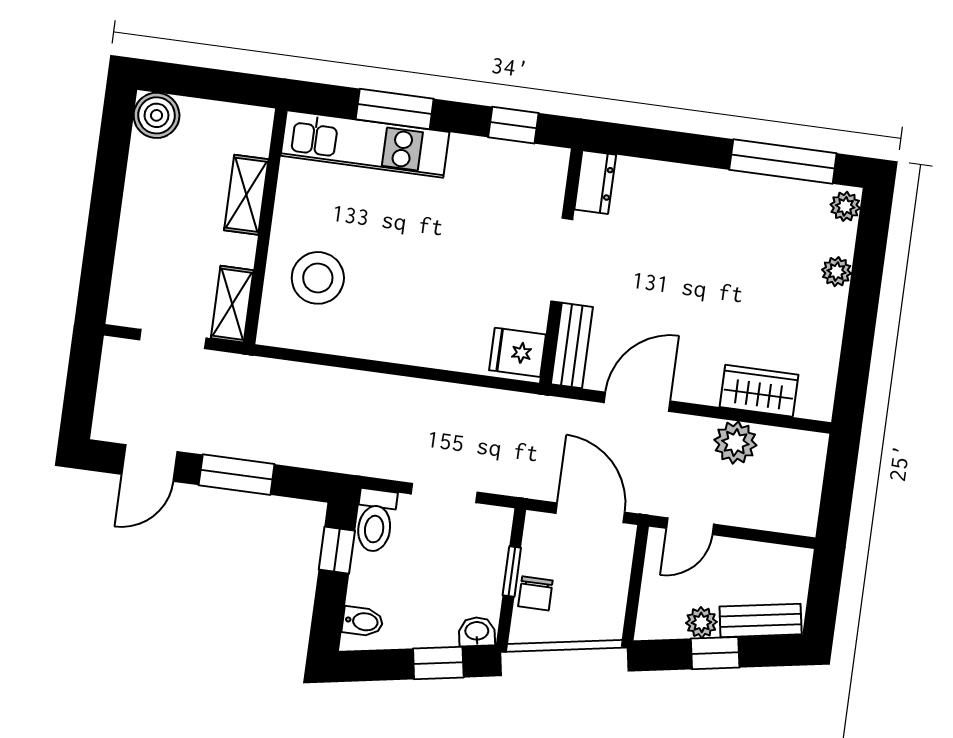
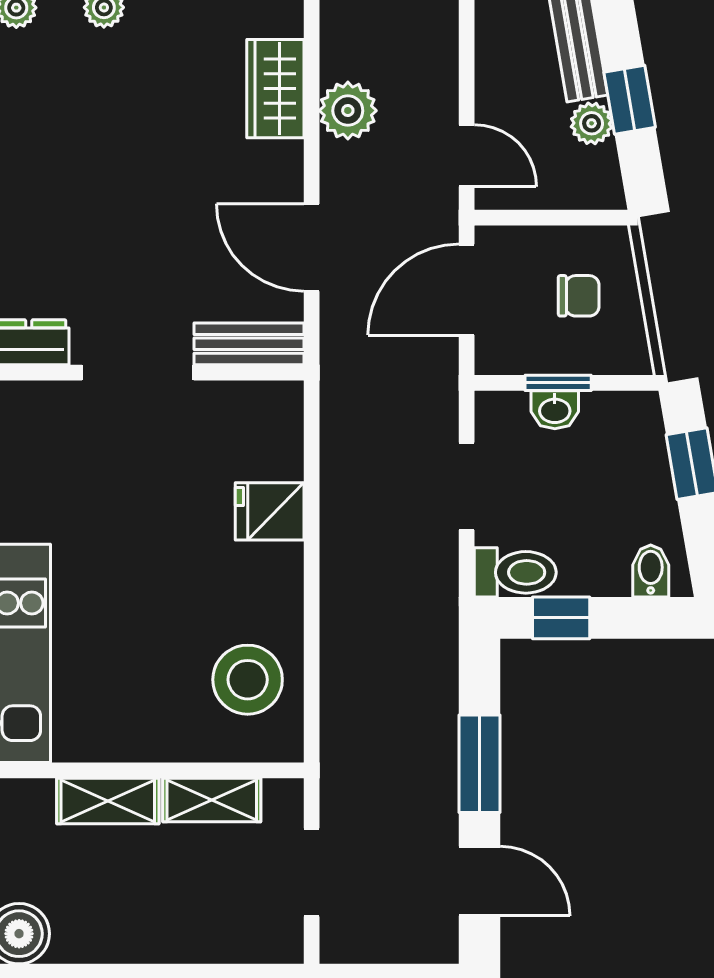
stool: (318, 278) -> (248, 680), moved
shelving: (232, 304) -> (212, 800), moved
fridge: (517, 352) -> (270, 511), moved, turned 90
chair: (535, 593) -> (579, 296), moved
washbasin: (477, 632) -> (555, 410), moved, turned -80

